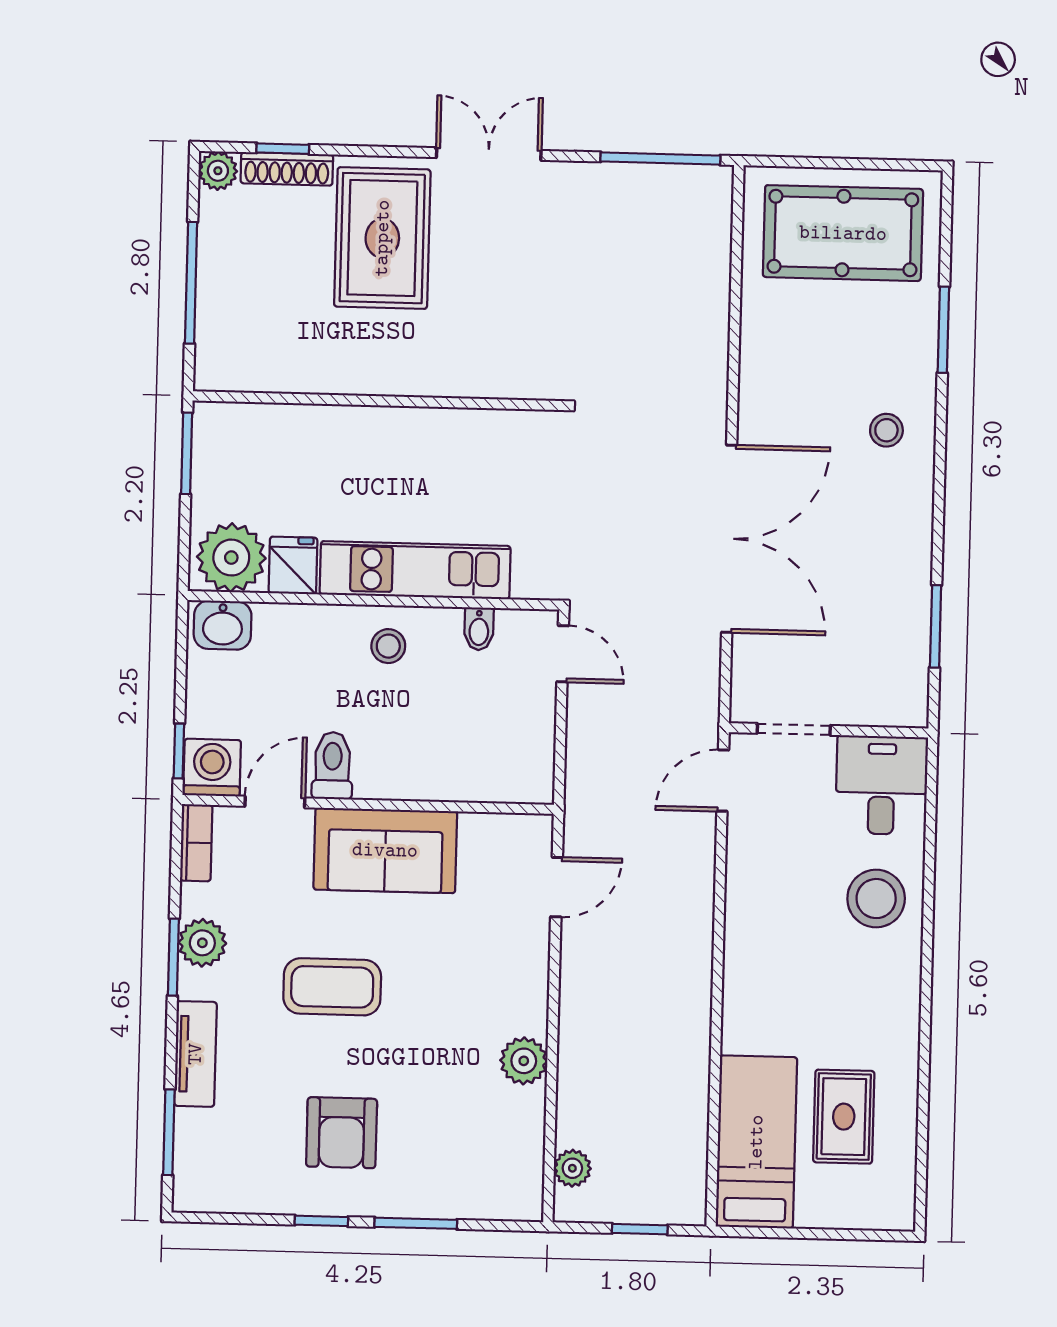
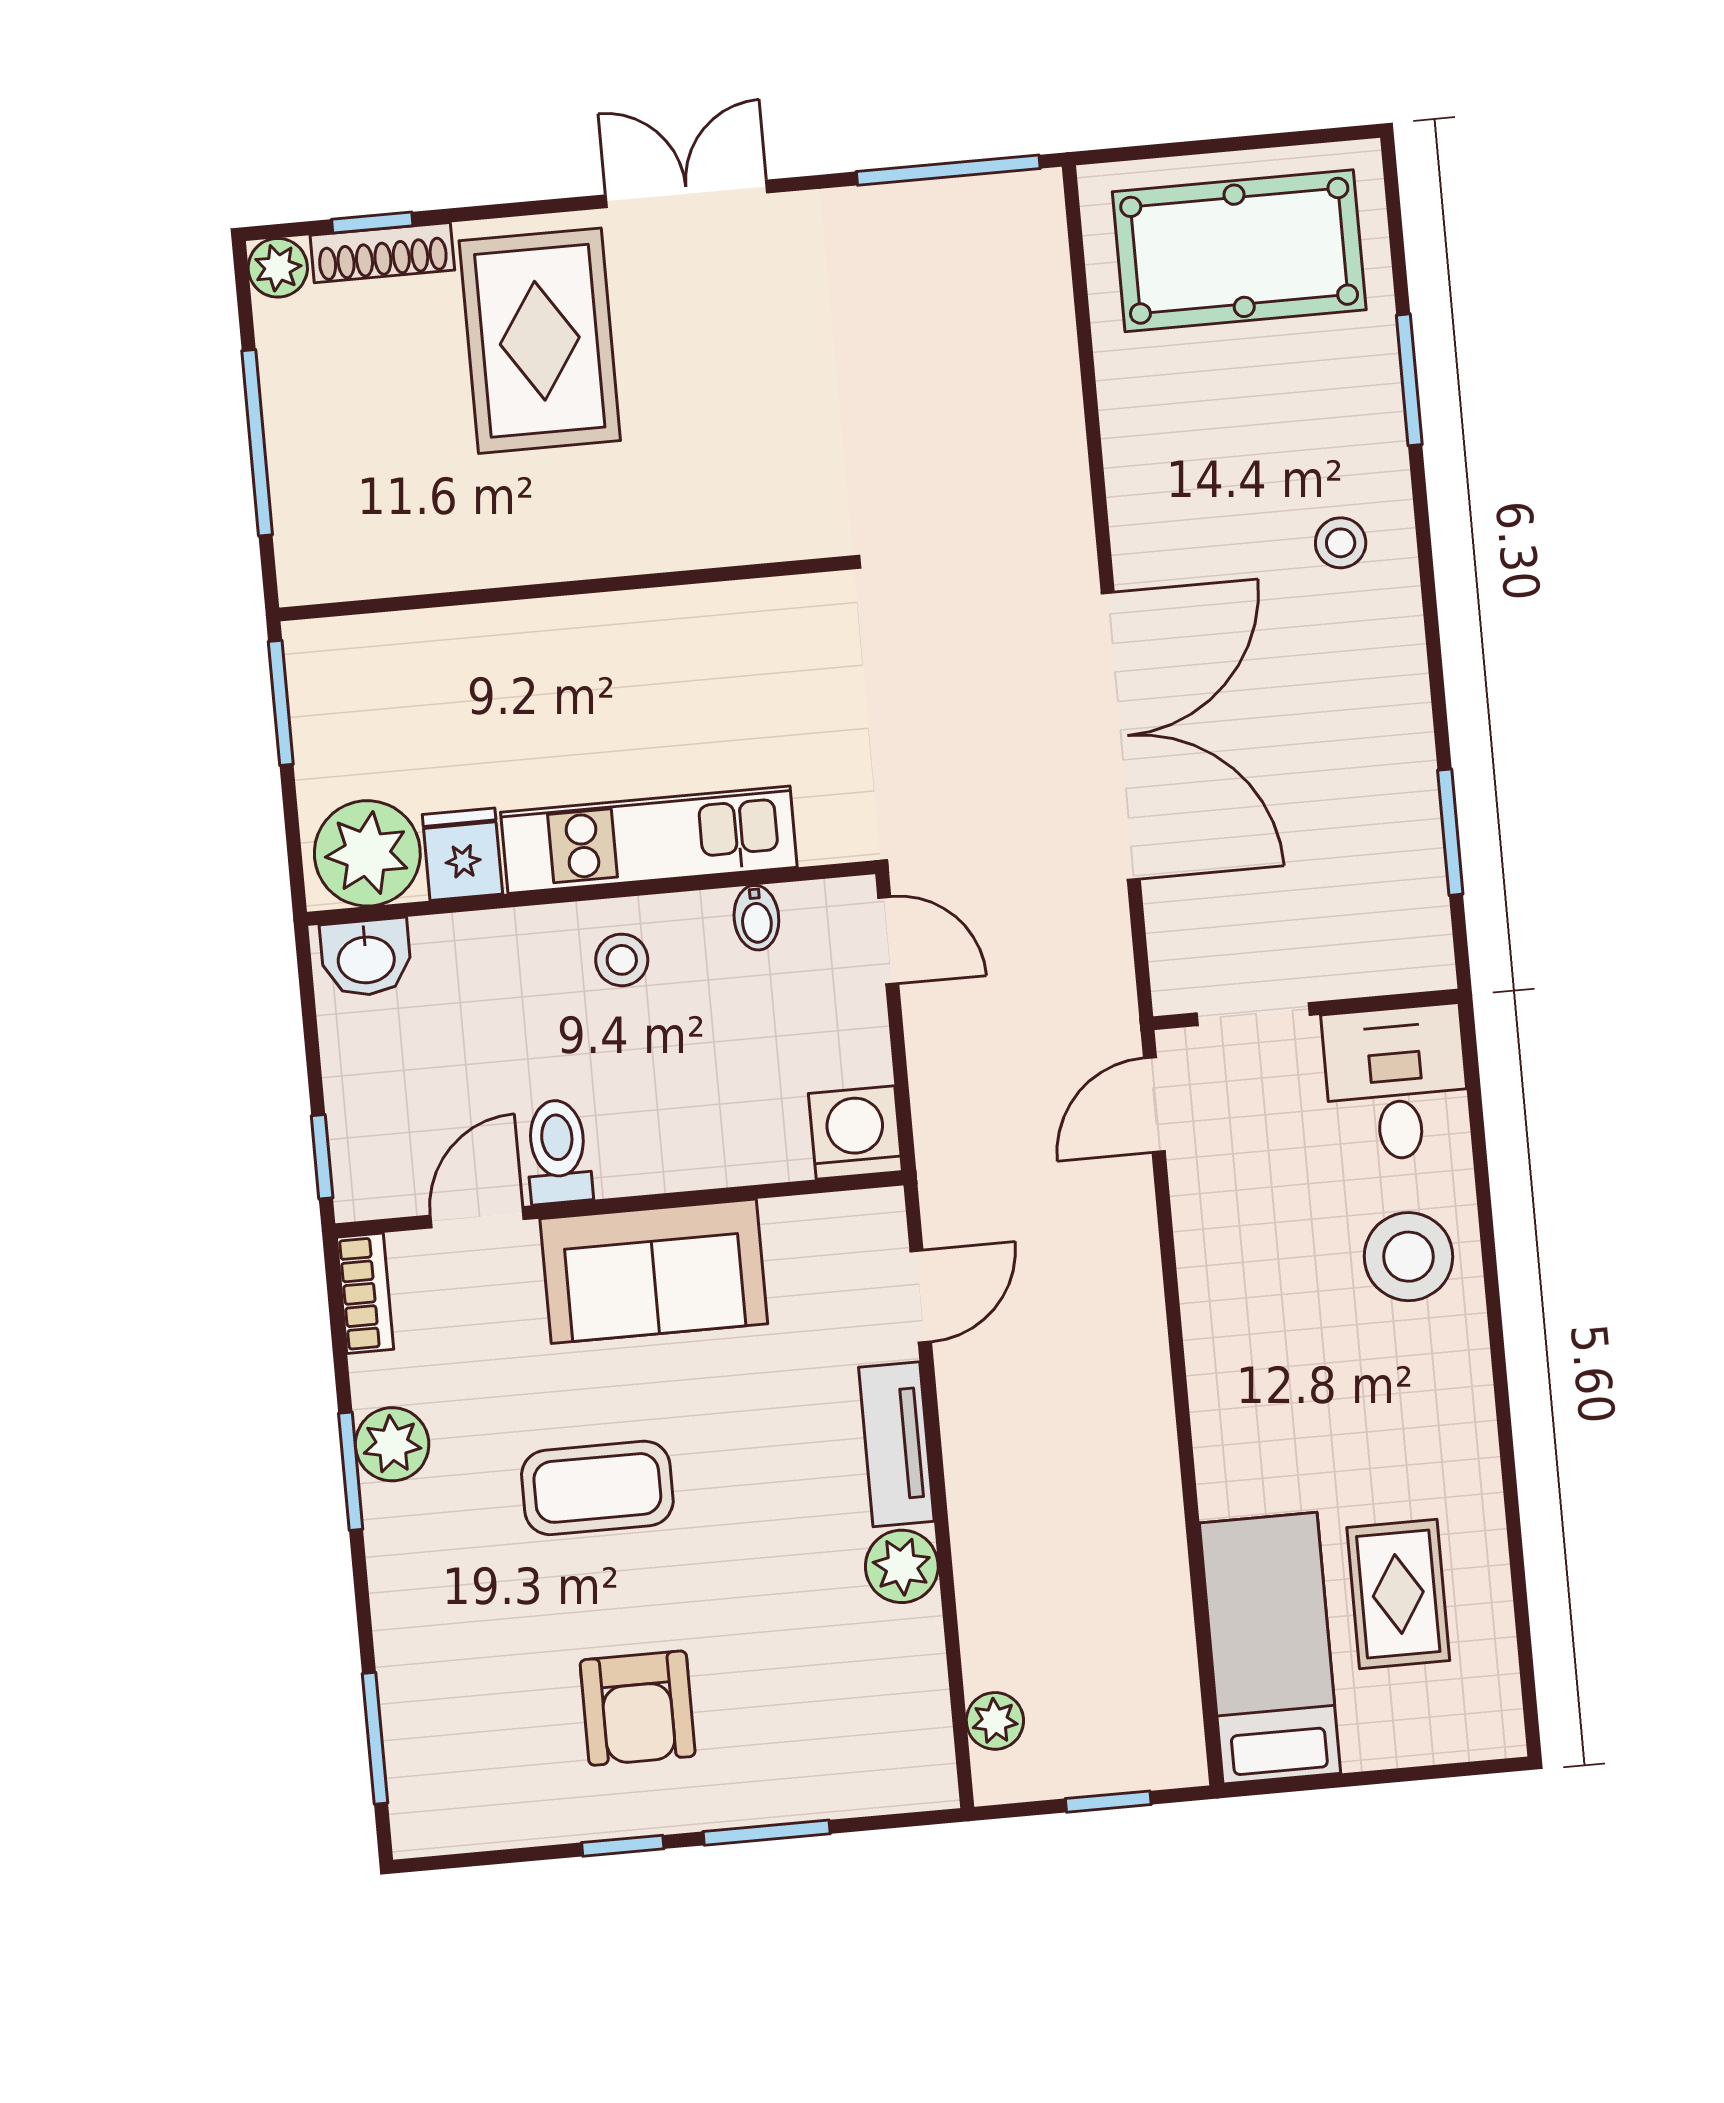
washing machine: (212, 768) -> (855, 1133), moved
tv unit: (195, 1054) -> (896, 1444), moved, turned 180

